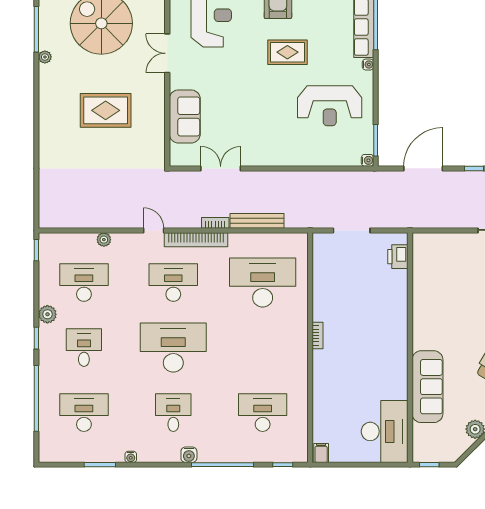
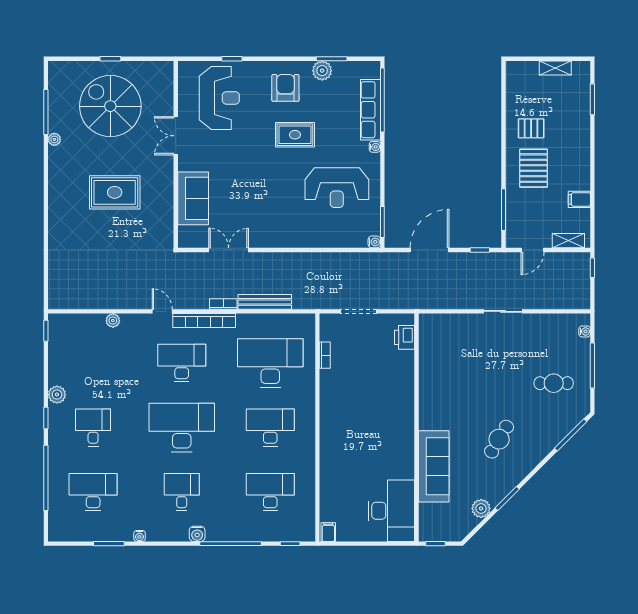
desk: (84, 283) -> (270, 428), moved
bookcase: (318, 335) -> (325, 355), moved

